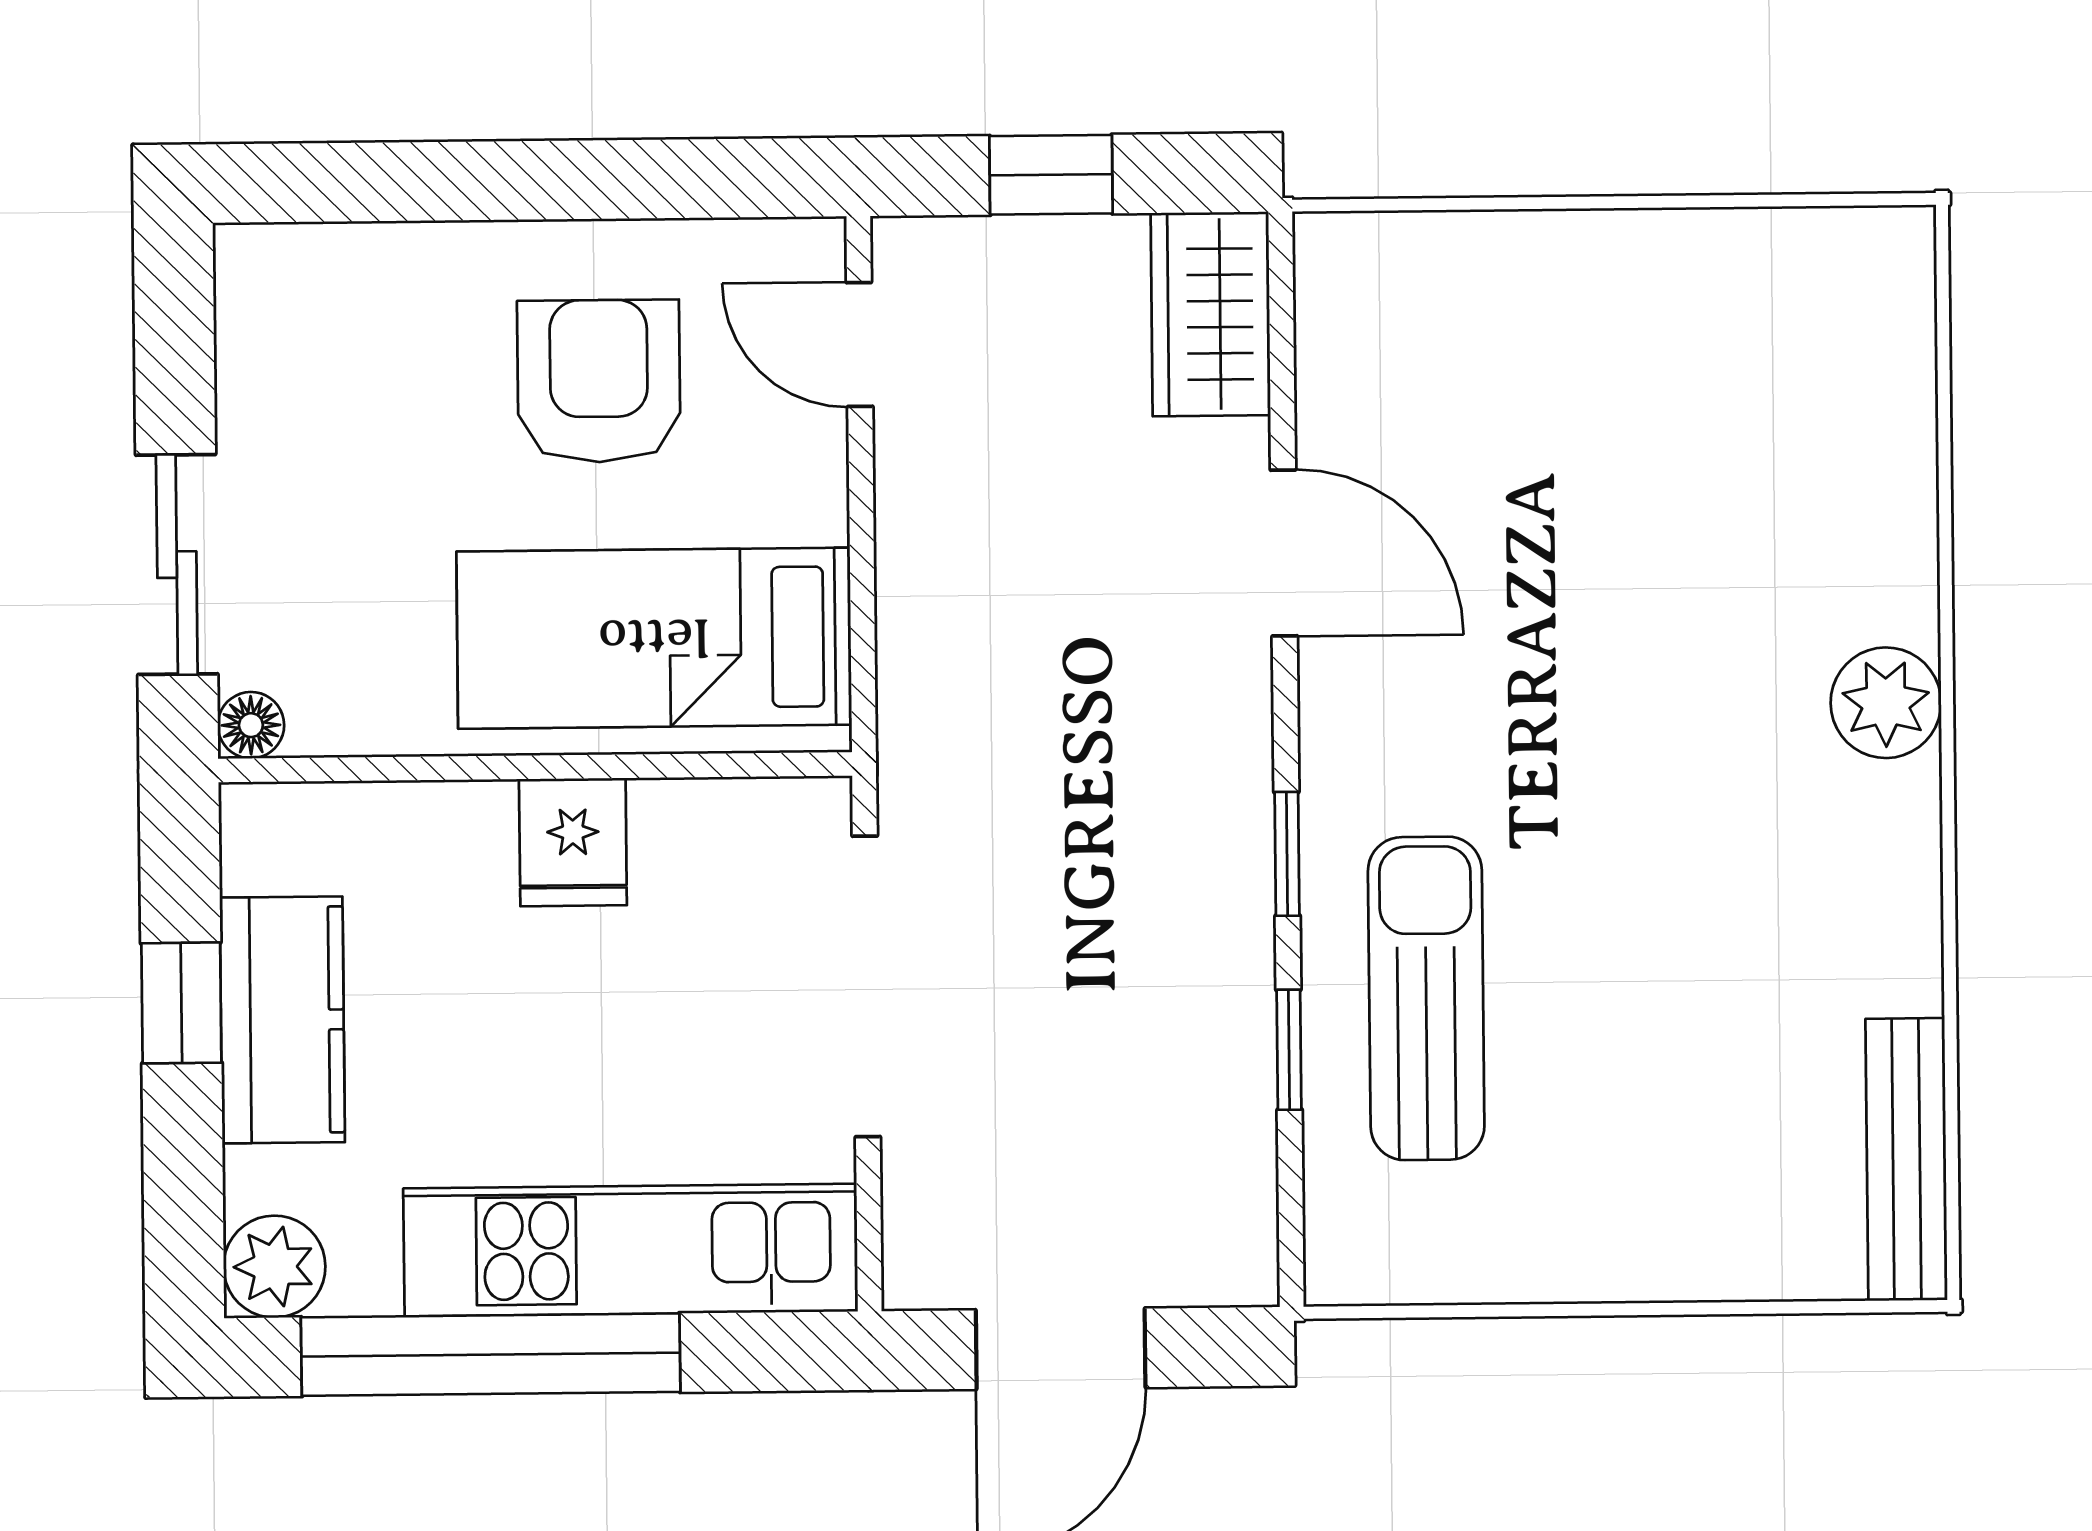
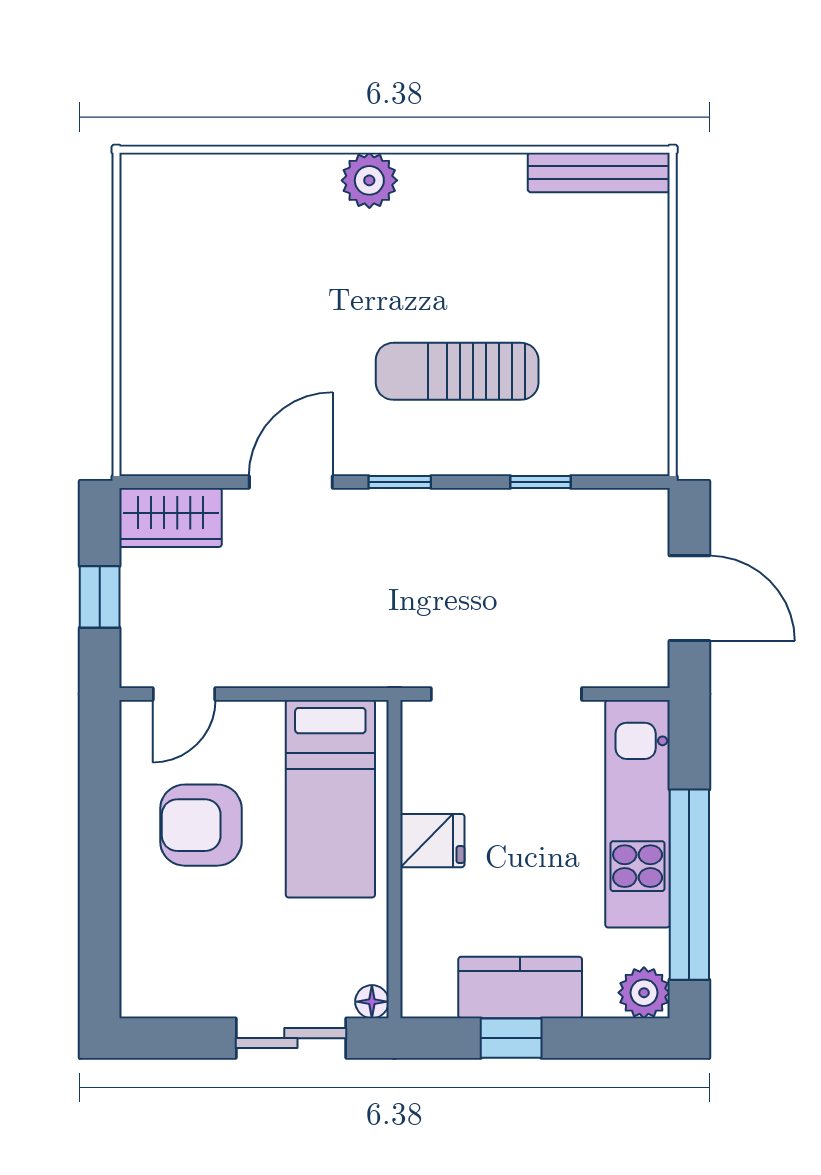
window: (1287, 854) -> (400, 482), moved
sun lounger: (1426, 998) -> (457, 371), moved

